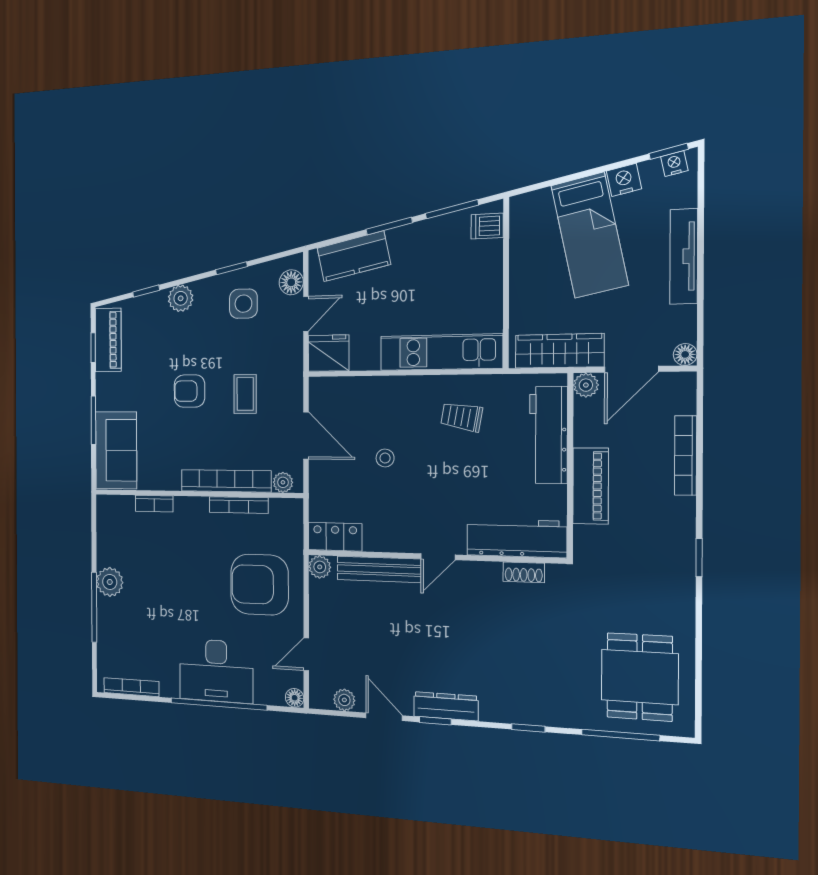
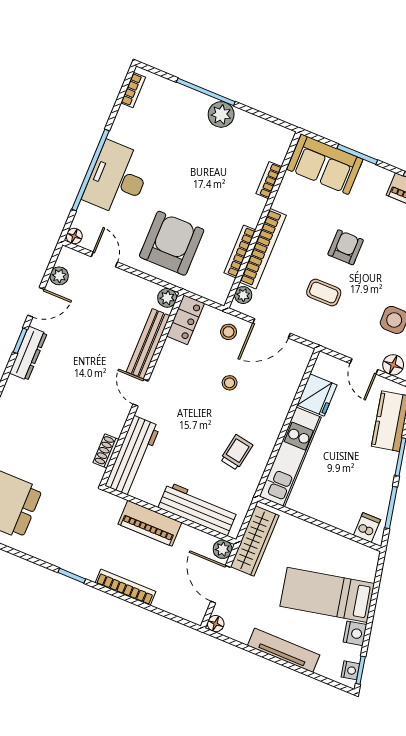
fridge: (329, 353) -> (317, 395), moved
bookcase: (686, 455) -> (125, 587), moved
stool: (329, 482) -> (229, 332), added
bookcase: (131, 687) -> (133, 90), width x0.64

